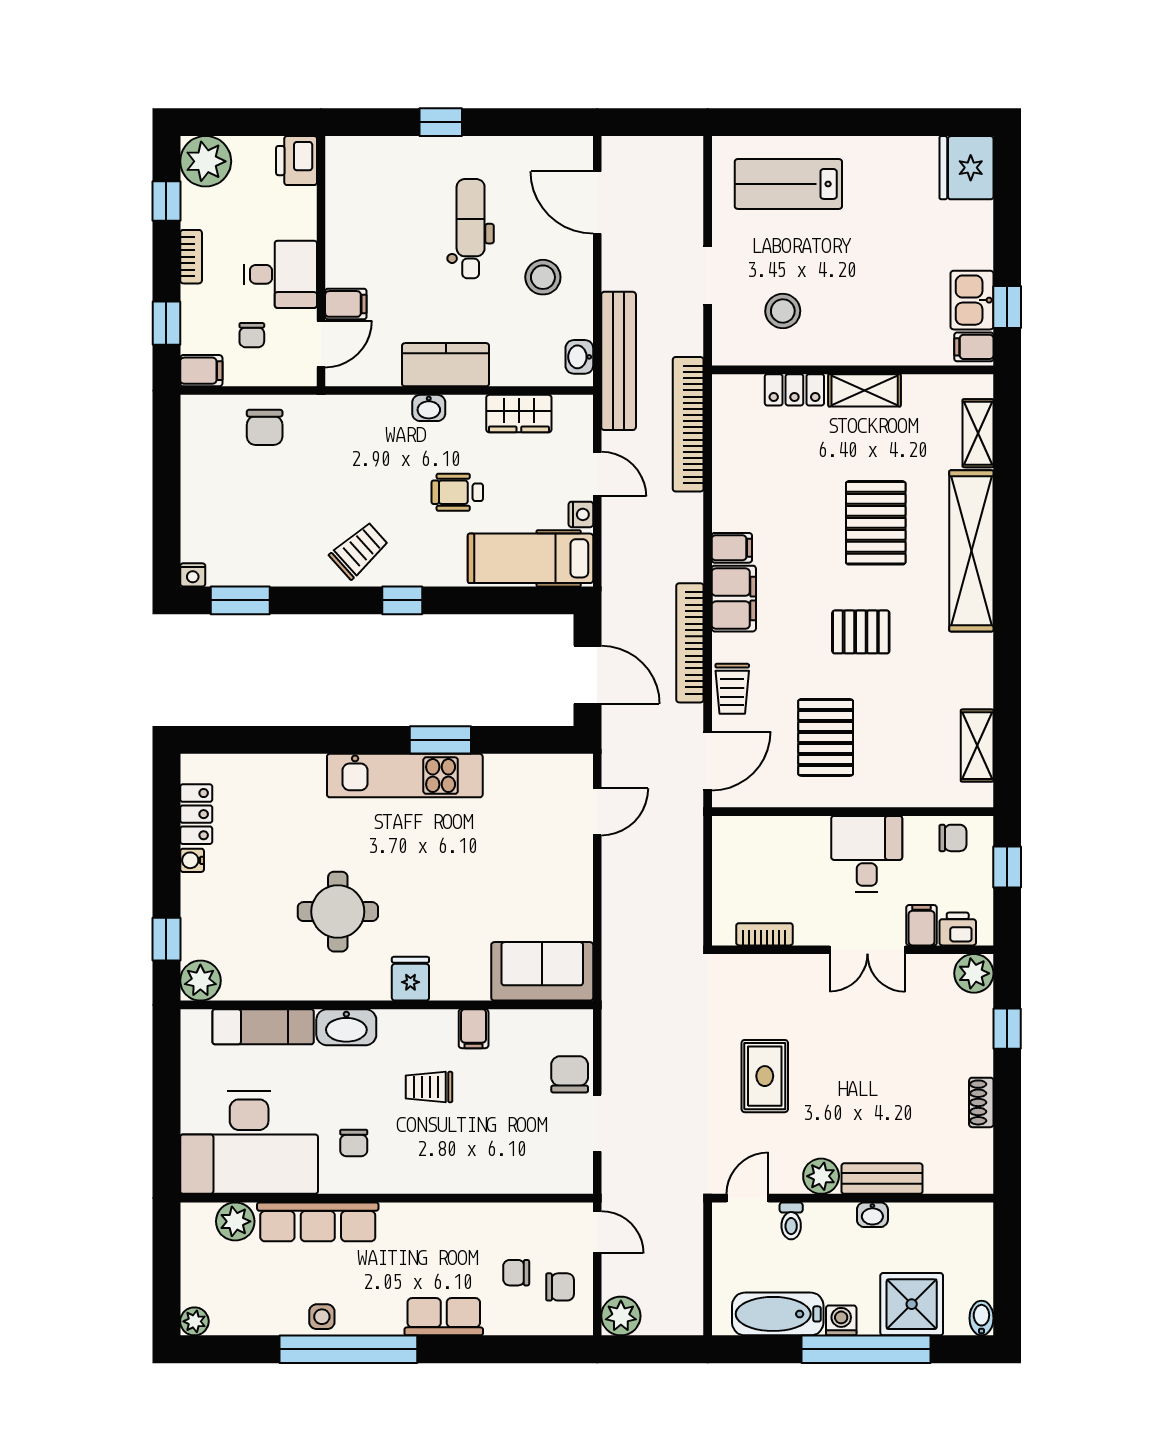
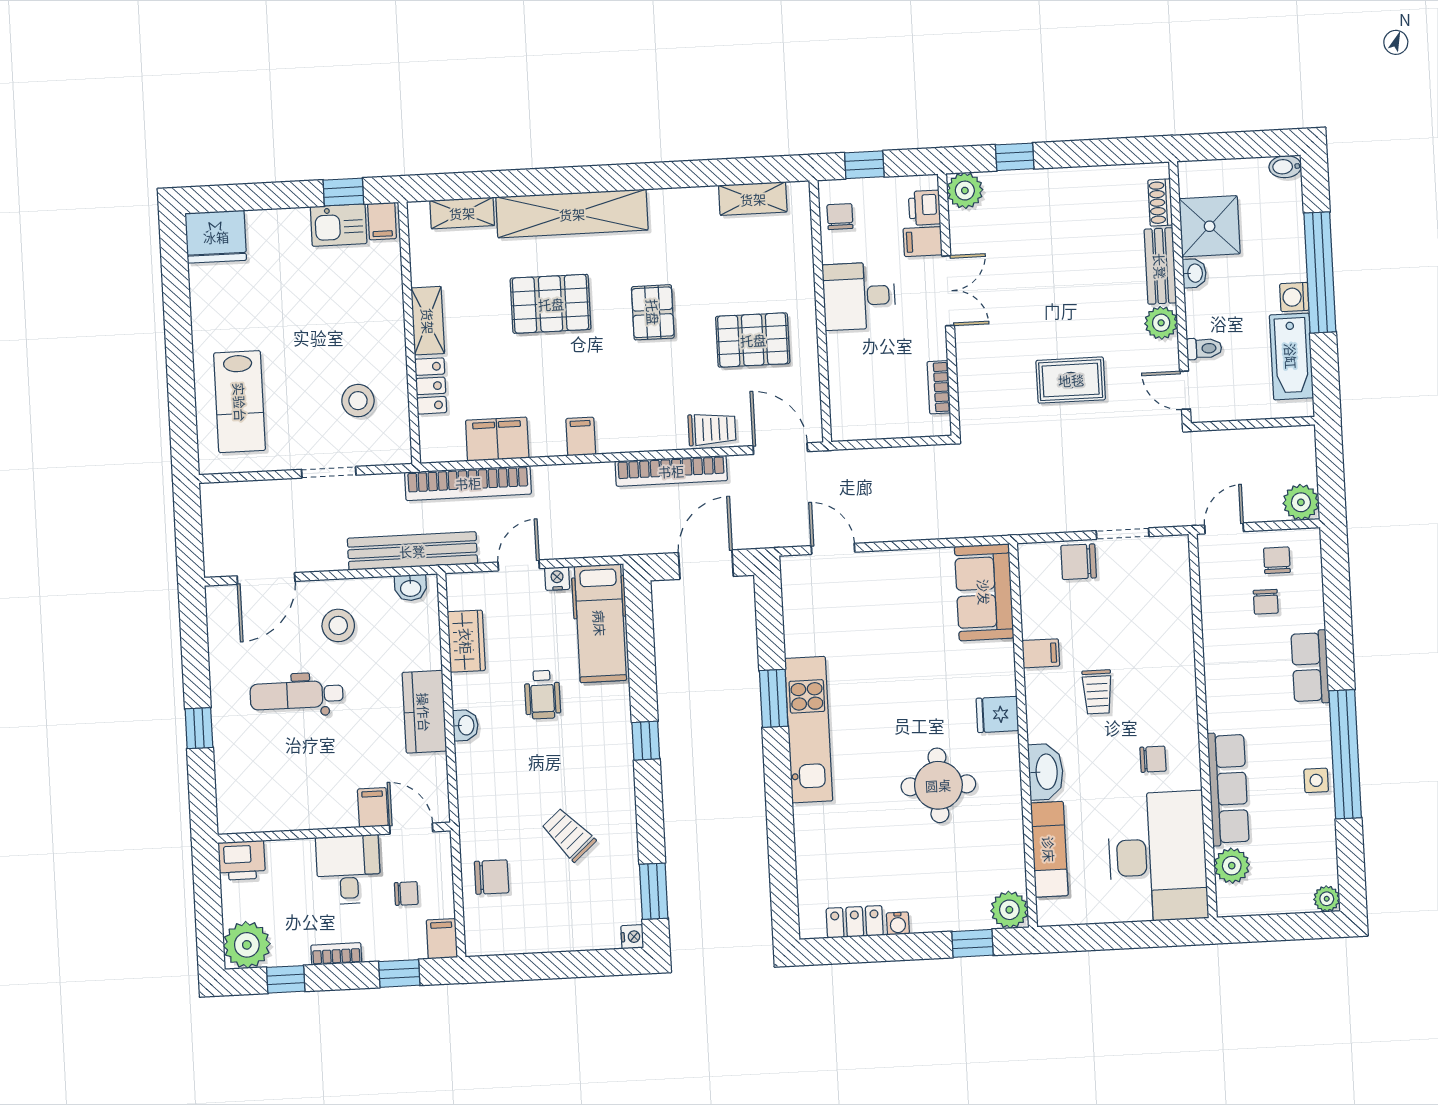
trolley: (359, 550) -> (569, 835), moved
filing cabinet: (734, 599) -> (497, 439), moved
shoe rack: (981, 1102) -> (1160, 203), moved, turned 90
shower: (912, 1304) -> (1210, 226), moved

